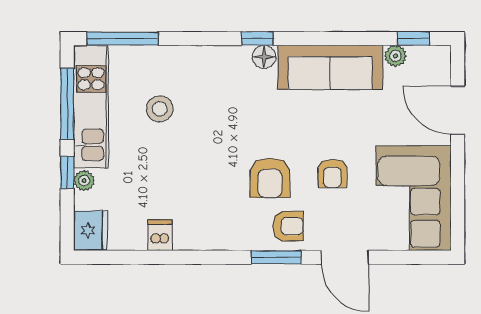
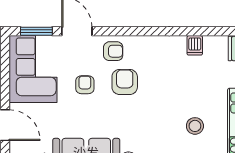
armchair: (288, 226) -> (113, 51), turned 180
window: (276, 257) -> (36, 31), moved

